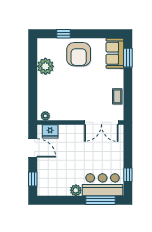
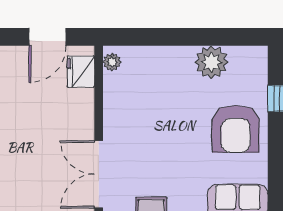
armchair: (79, 54) -> (236, 129), turned -90

